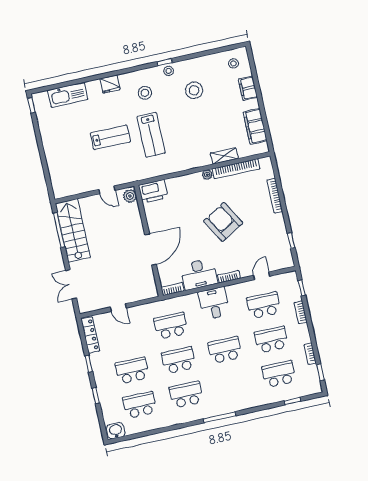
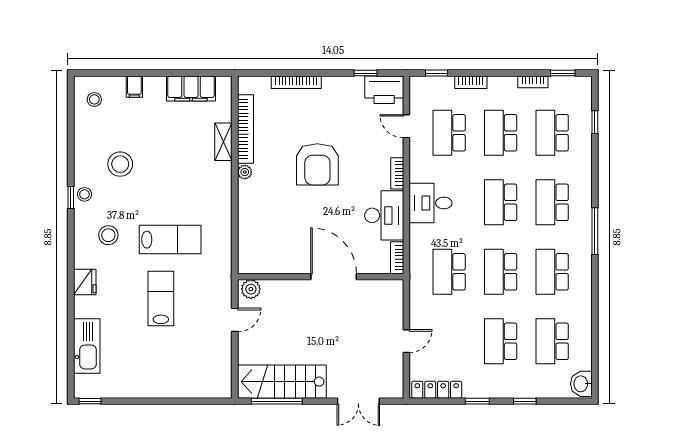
filing cabinet: (248, 88) -> (134, 87), width x0.50
printer: (153, 191) -> (384, 90), moved, turned 90
armchair: (223, 222) -> (317, 164), turned -60
school desk: (233, 384) -> (552, 202), added

